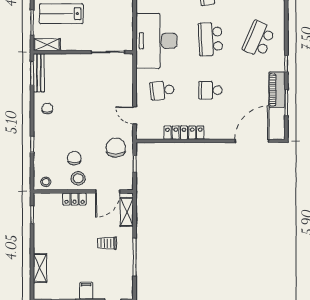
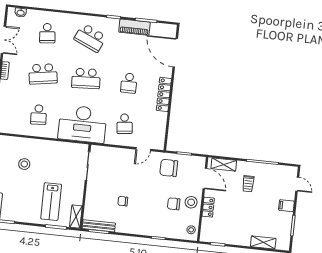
chair: (47, 108) -> (123, 201), moved
locker: (184, 133) -> (164, 94), moved

